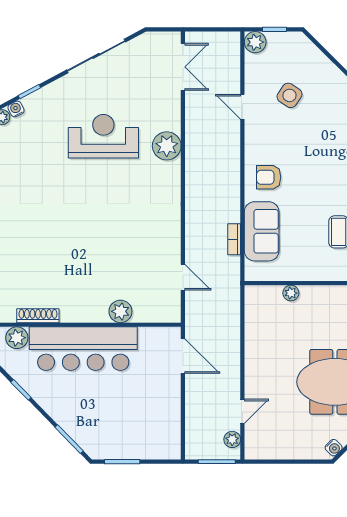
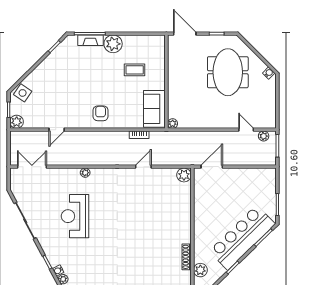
side table: (289, 95) -> (23, 93), moved
plant: (167, 146) -> (85, 173), width x0.53, depth x0.53
armchair: (269, 177) -> (101, 113), turned 180
sofa: (262, 231) -> (154, 109), moved, turned -90
door: (183, 277) -> (143, 167), moved
plant: (291, 293) -> (173, 124), moved
plant: (120, 311) -> (184, 175), moved
bar counter: (83, 349) -> (242, 238), moved, turned -134

